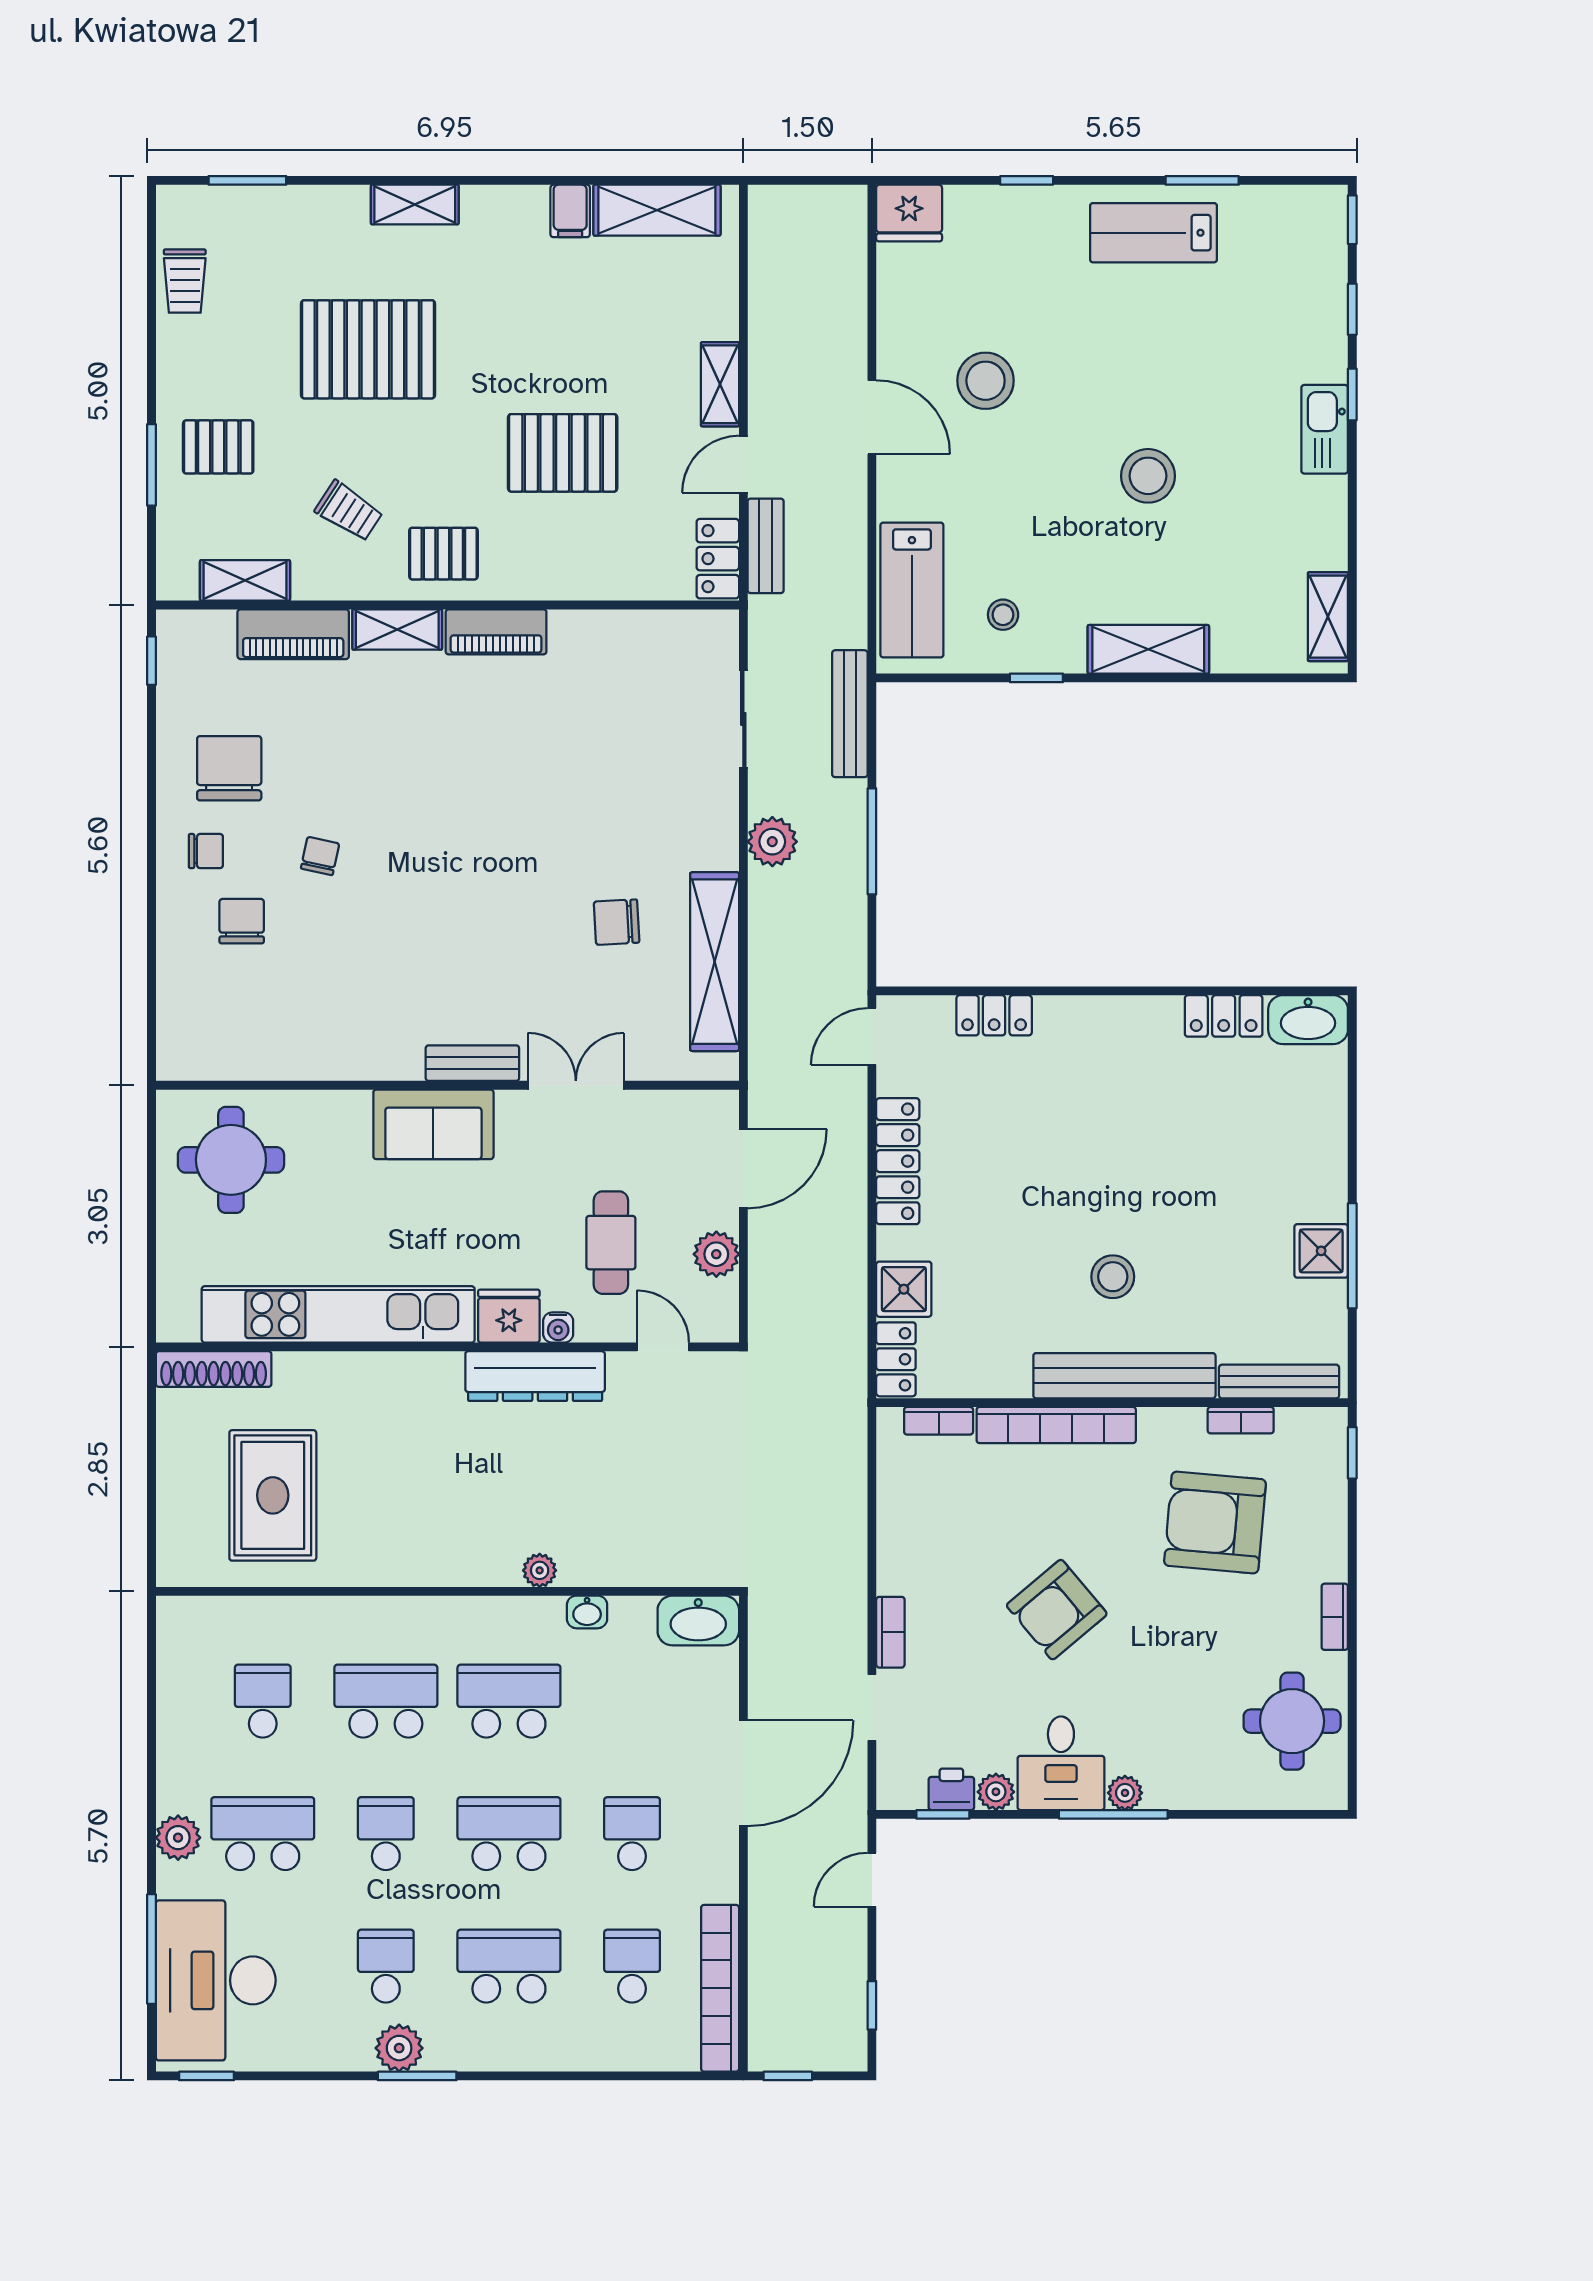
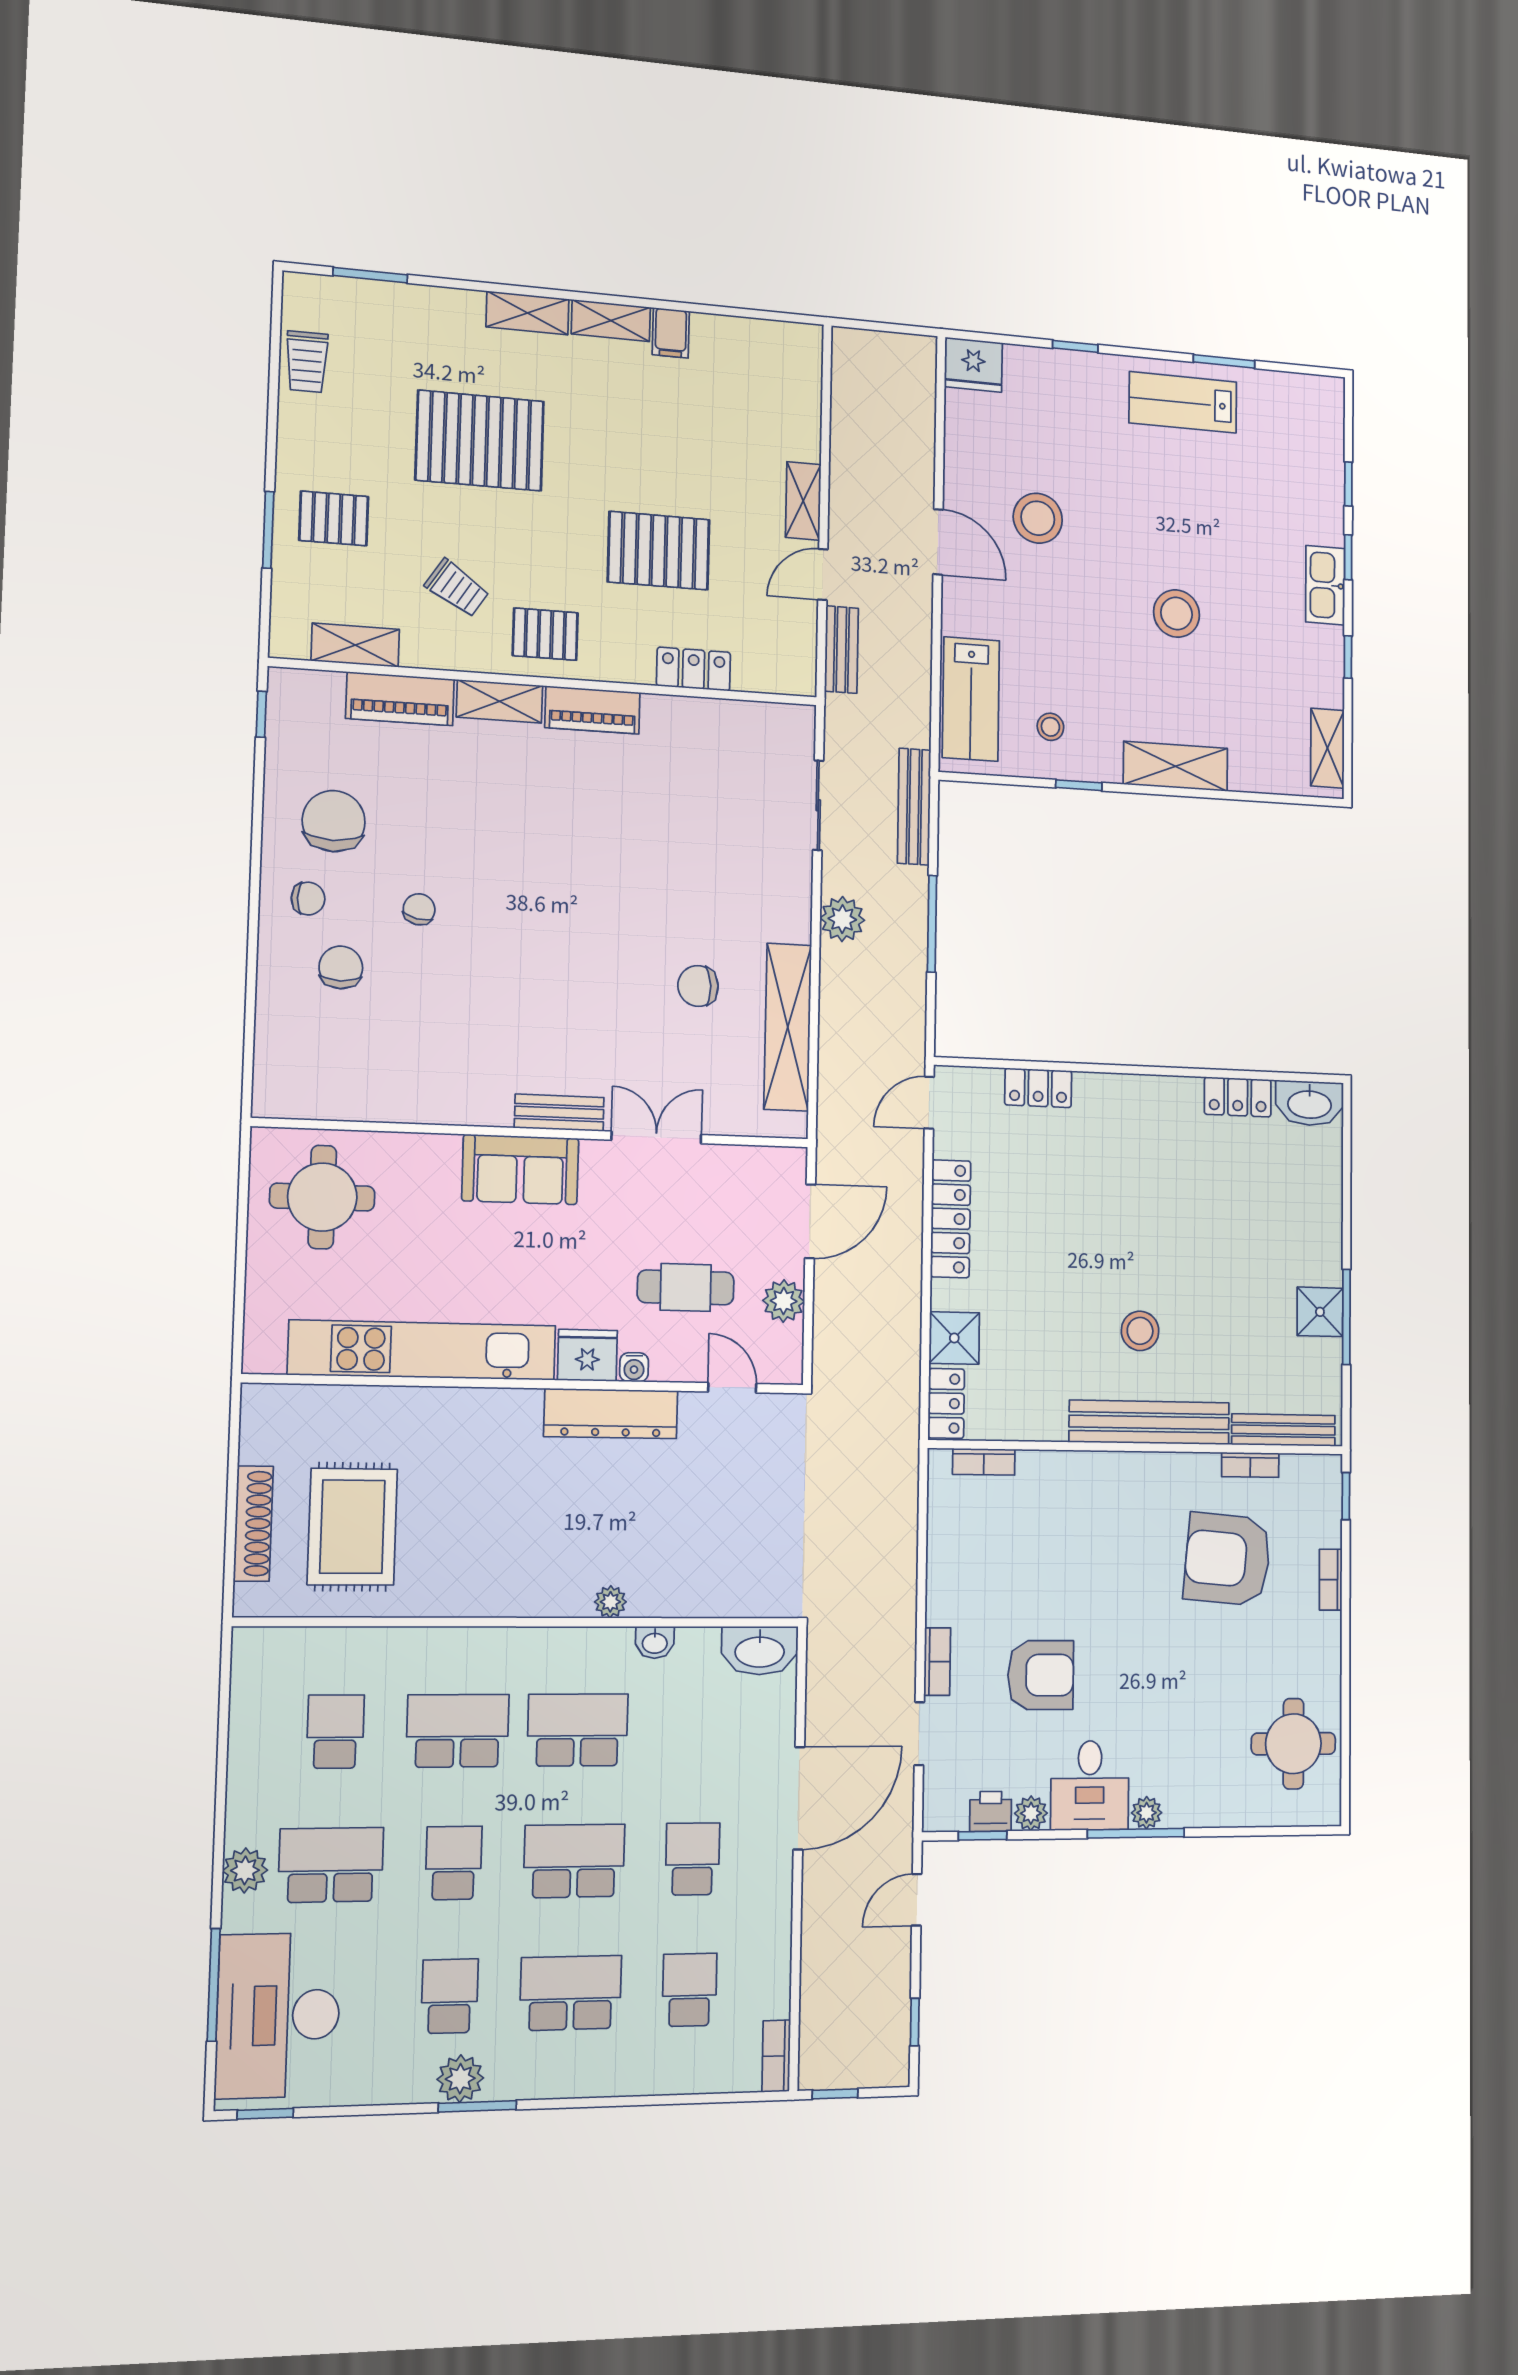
shelving: (657, 210) -> (611, 321), moved, width x0.67, depth x0.75
window: (1352, 220) -> (1348, 657), moved
locker: (718, 559) -> (694, 669), moved, turned 90
cafe table: (611, 1243) -> (686, 1287), turned 90
shoe rack: (214, 1369) -> (253, 1524), moved, turned -90
bookcase: (1056, 1425) -> (1089, 1467), removed
armchair: (1057, 1610) -> (1041, 1675), moved, turned -140
bookcase: (1335, 1617) -> (1331, 1580), moved
bookcase: (720, 1988) -> (776, 2056), width x0.43, depth x0.76

